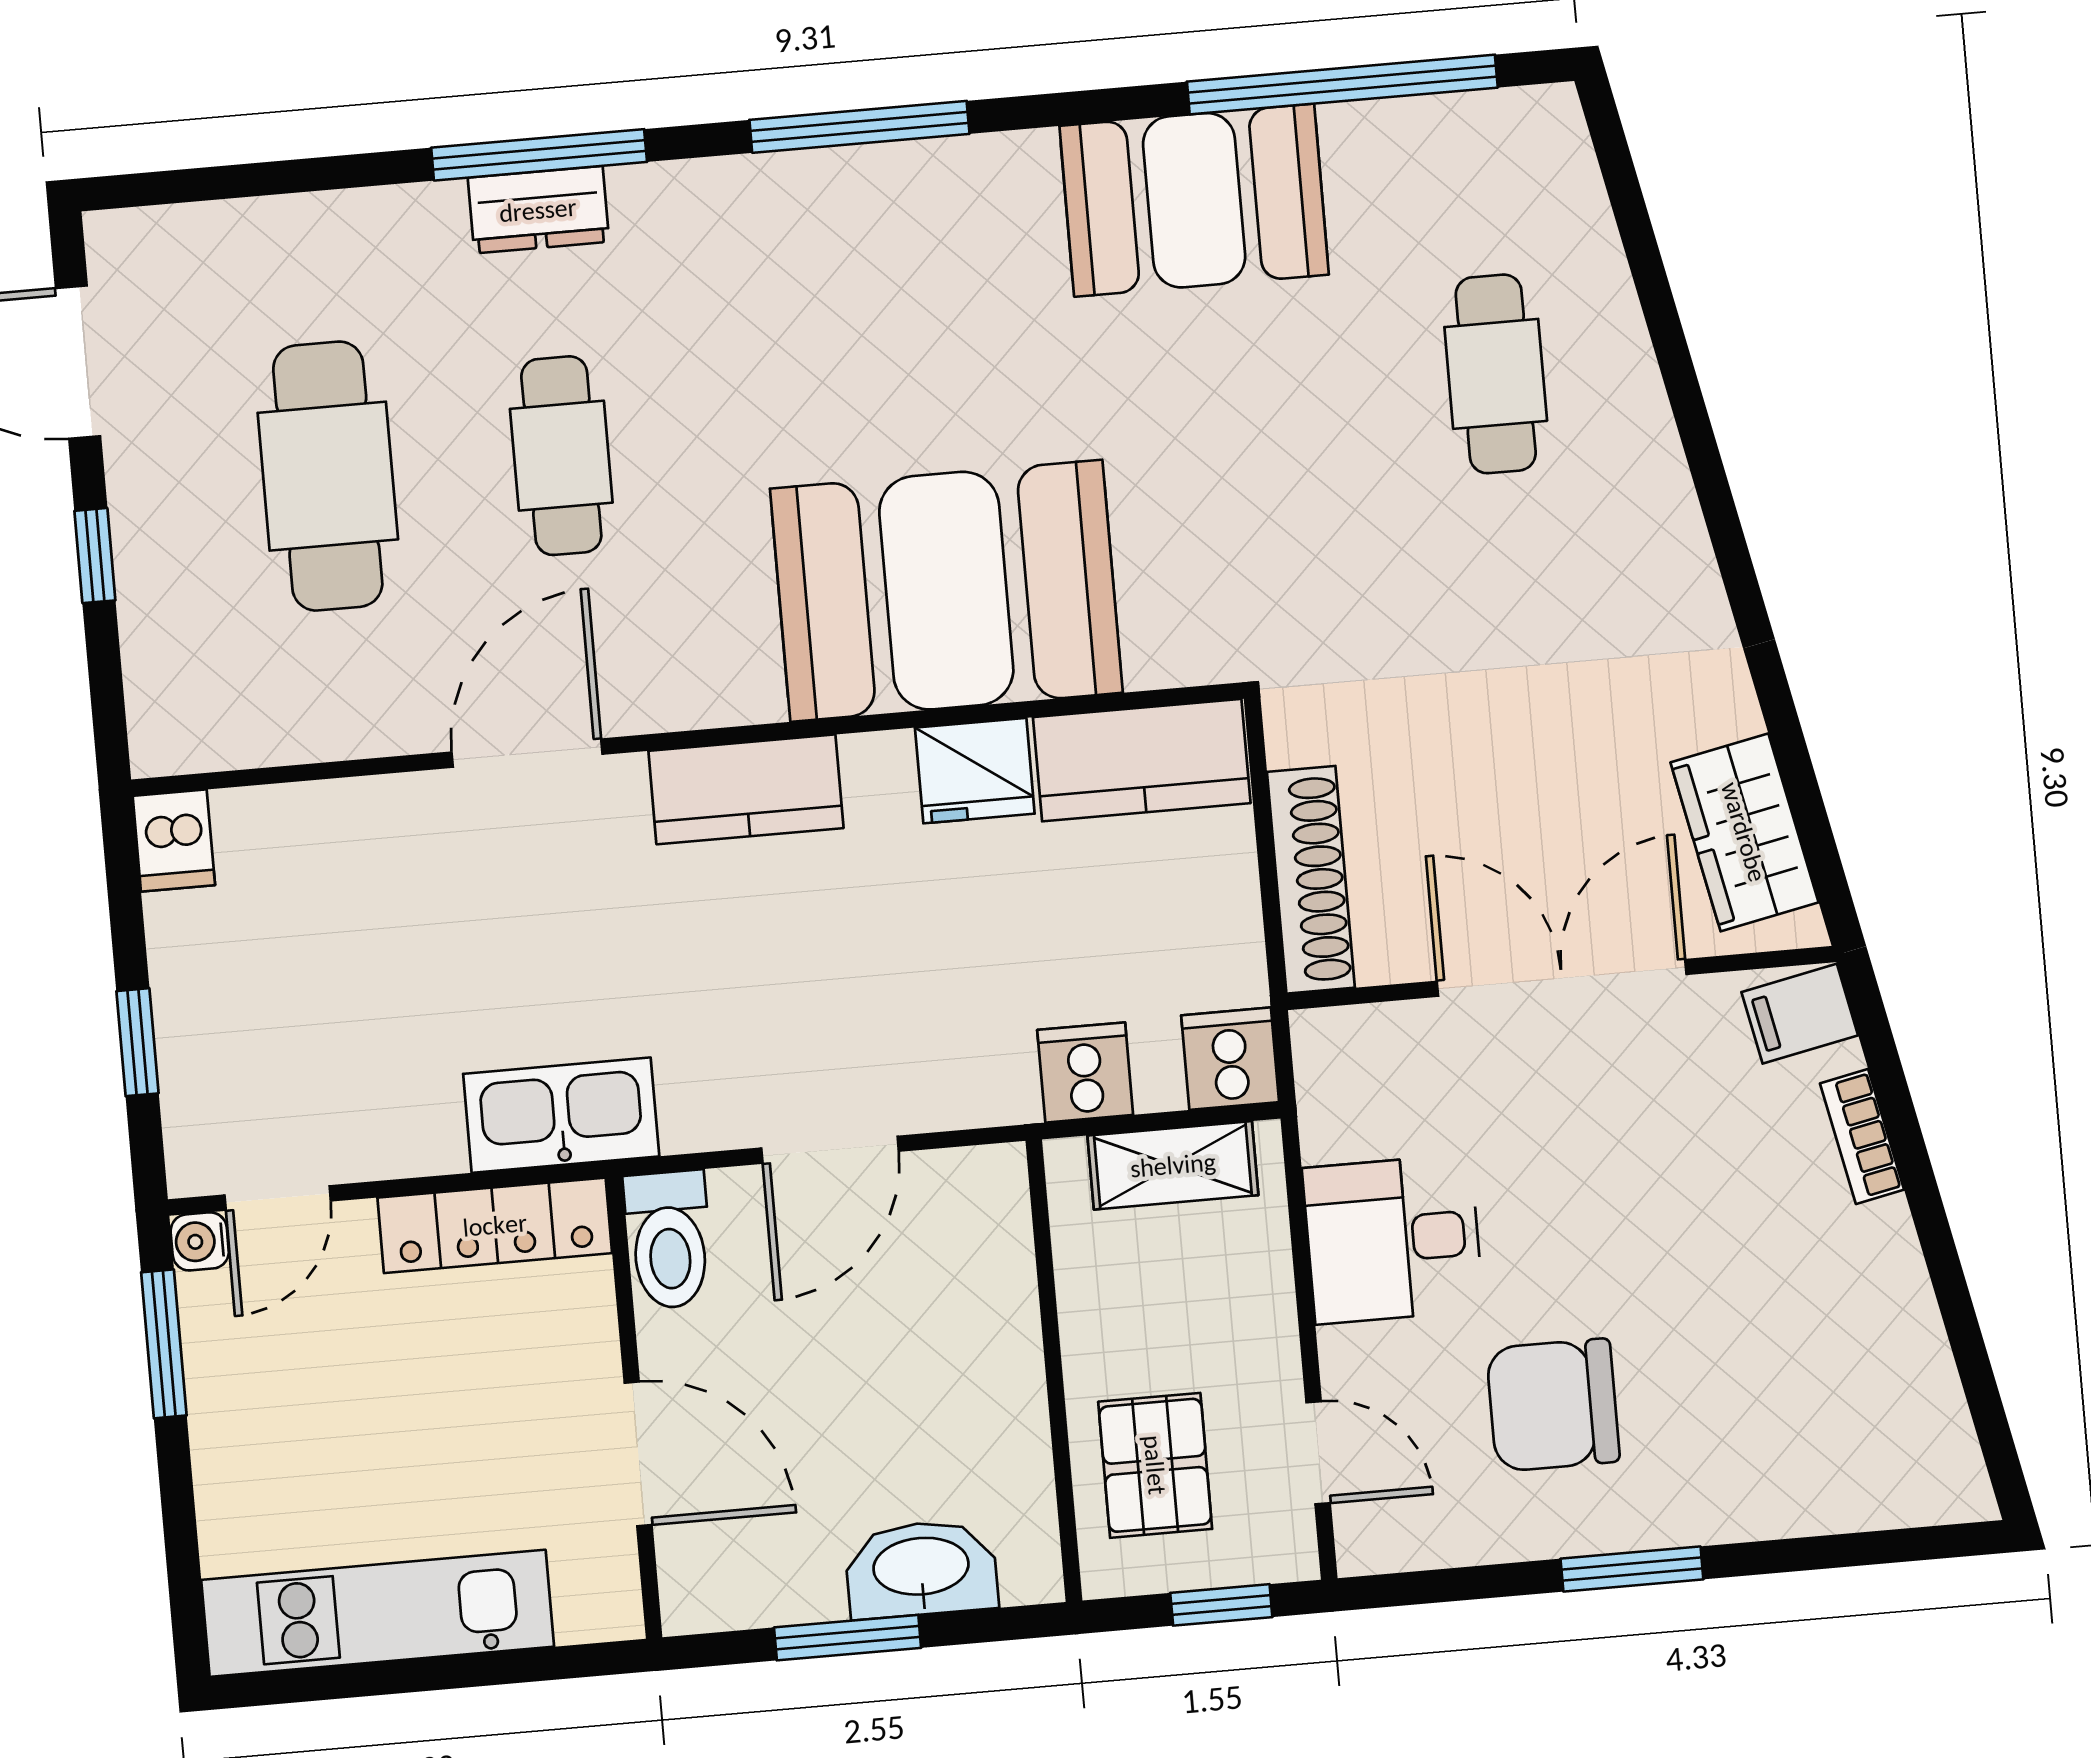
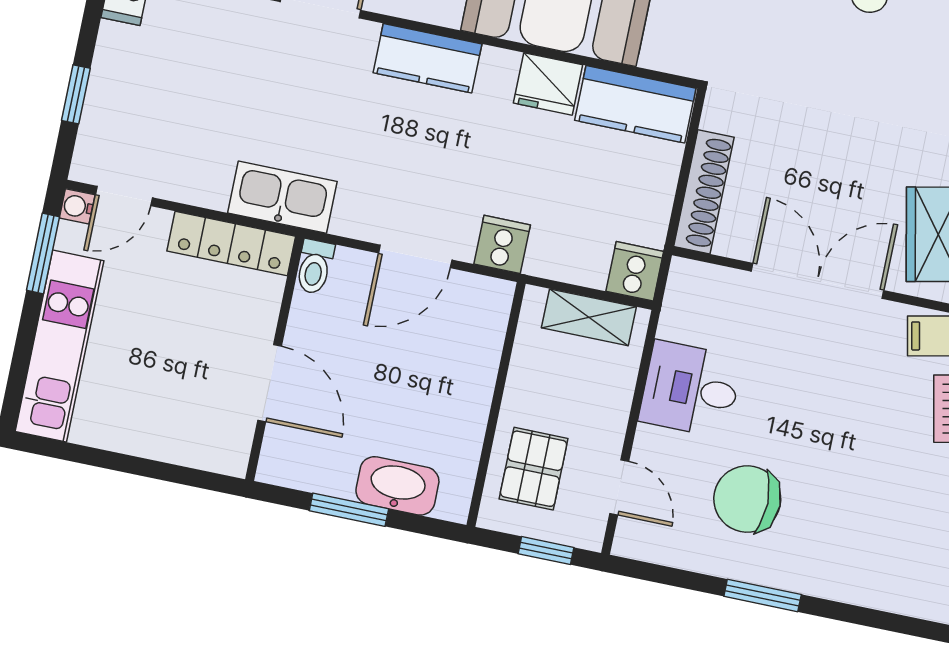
cooker: (1085, 1072) -> (502, 244), moved
toilet: (669, 1240) -> (315, 267), width x0.73, depth x0.72
kitchen unit: (378, 1613) -> (60, 346), moved, turned 90

